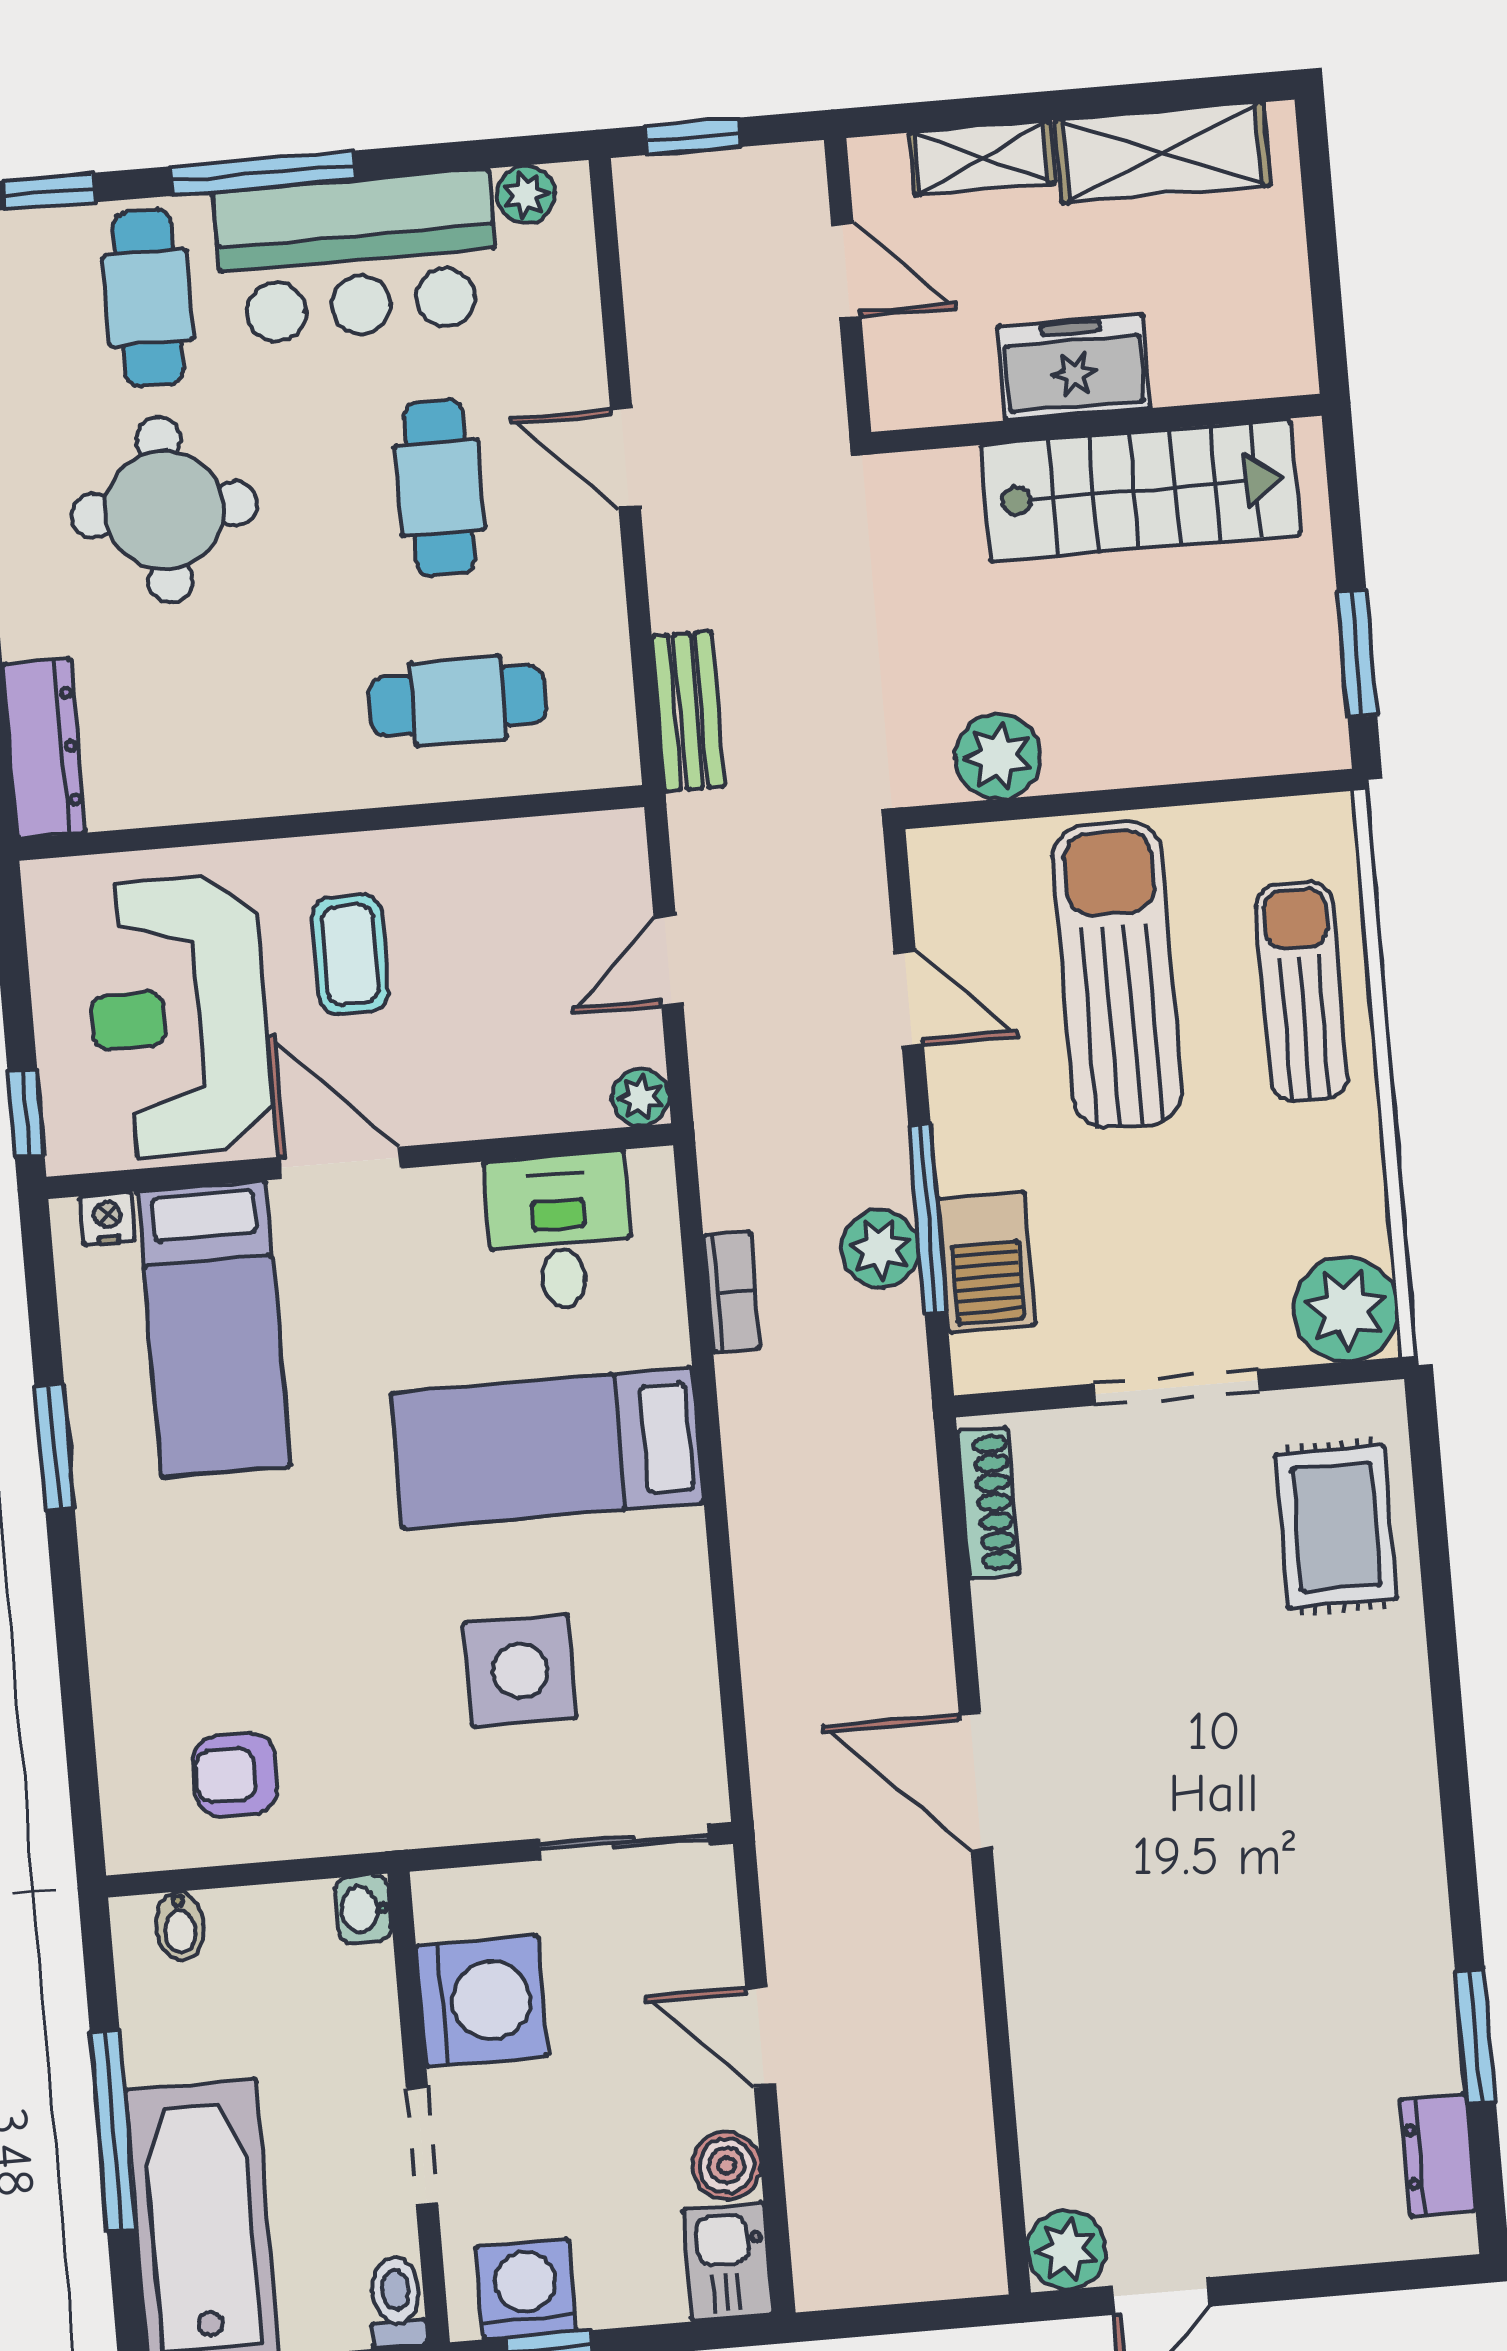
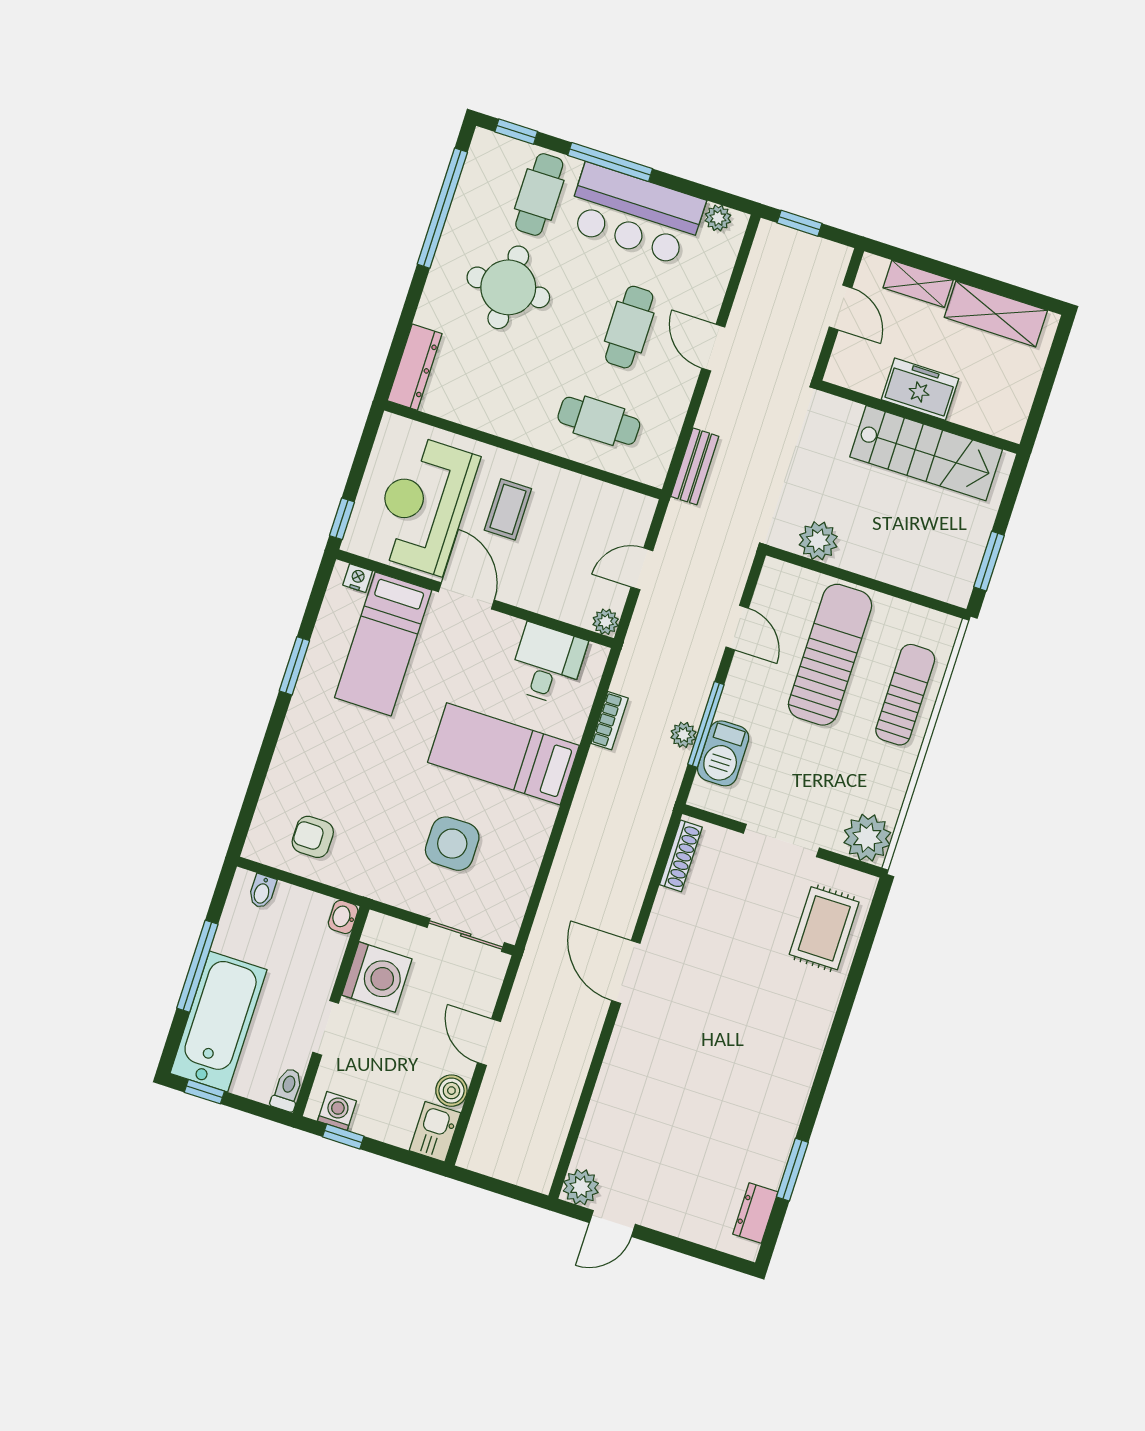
plant: (880, 1249) -> (683, 735), width x0.73, depth x0.73
washing machine: (526, 2289) -> (337, 1111), width x0.73, depth x0.73

